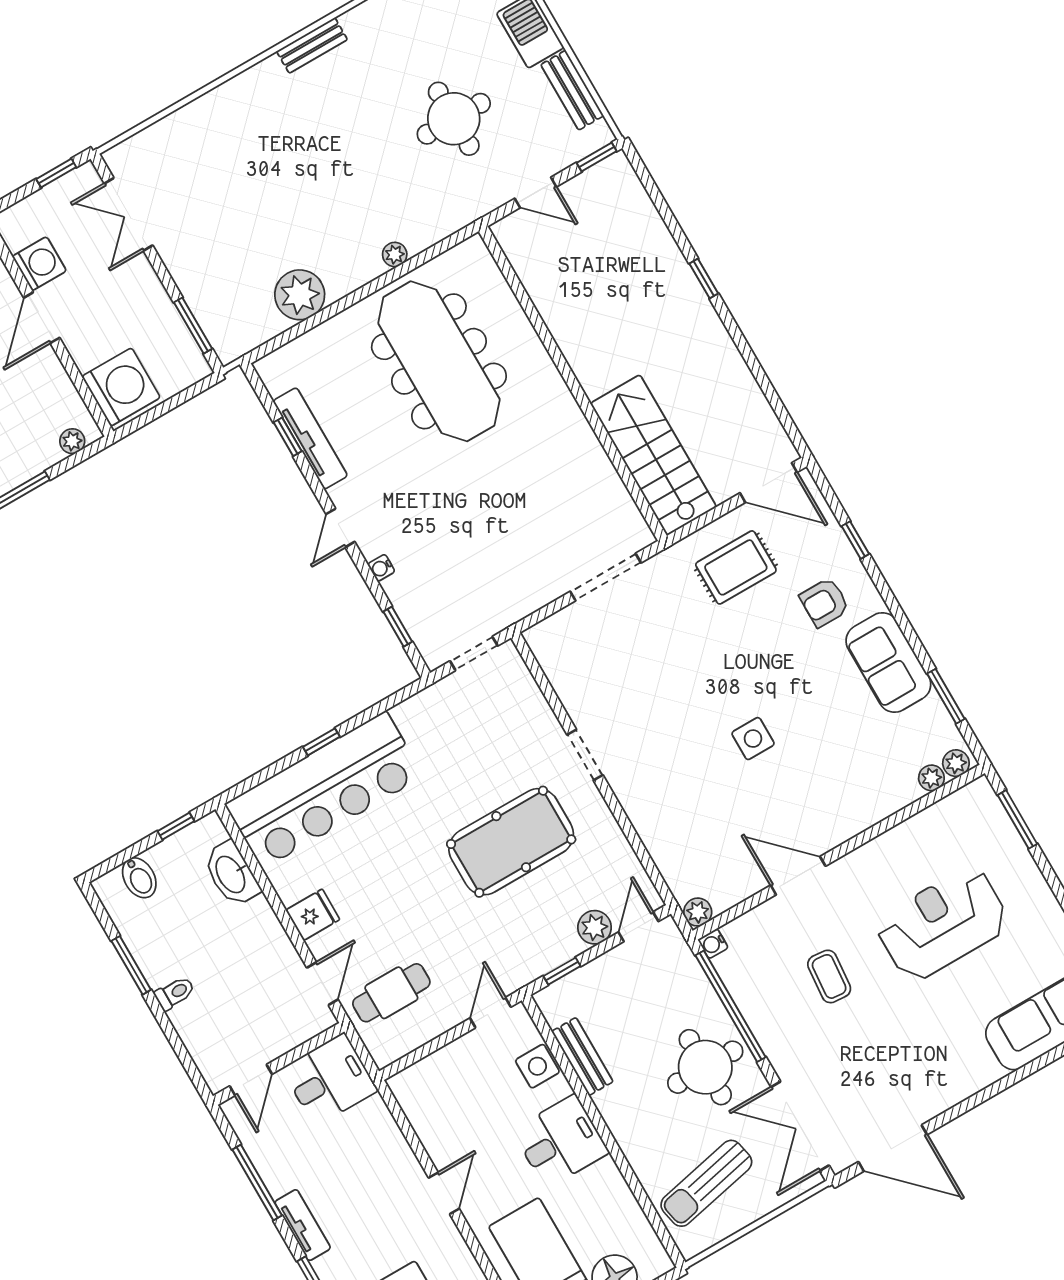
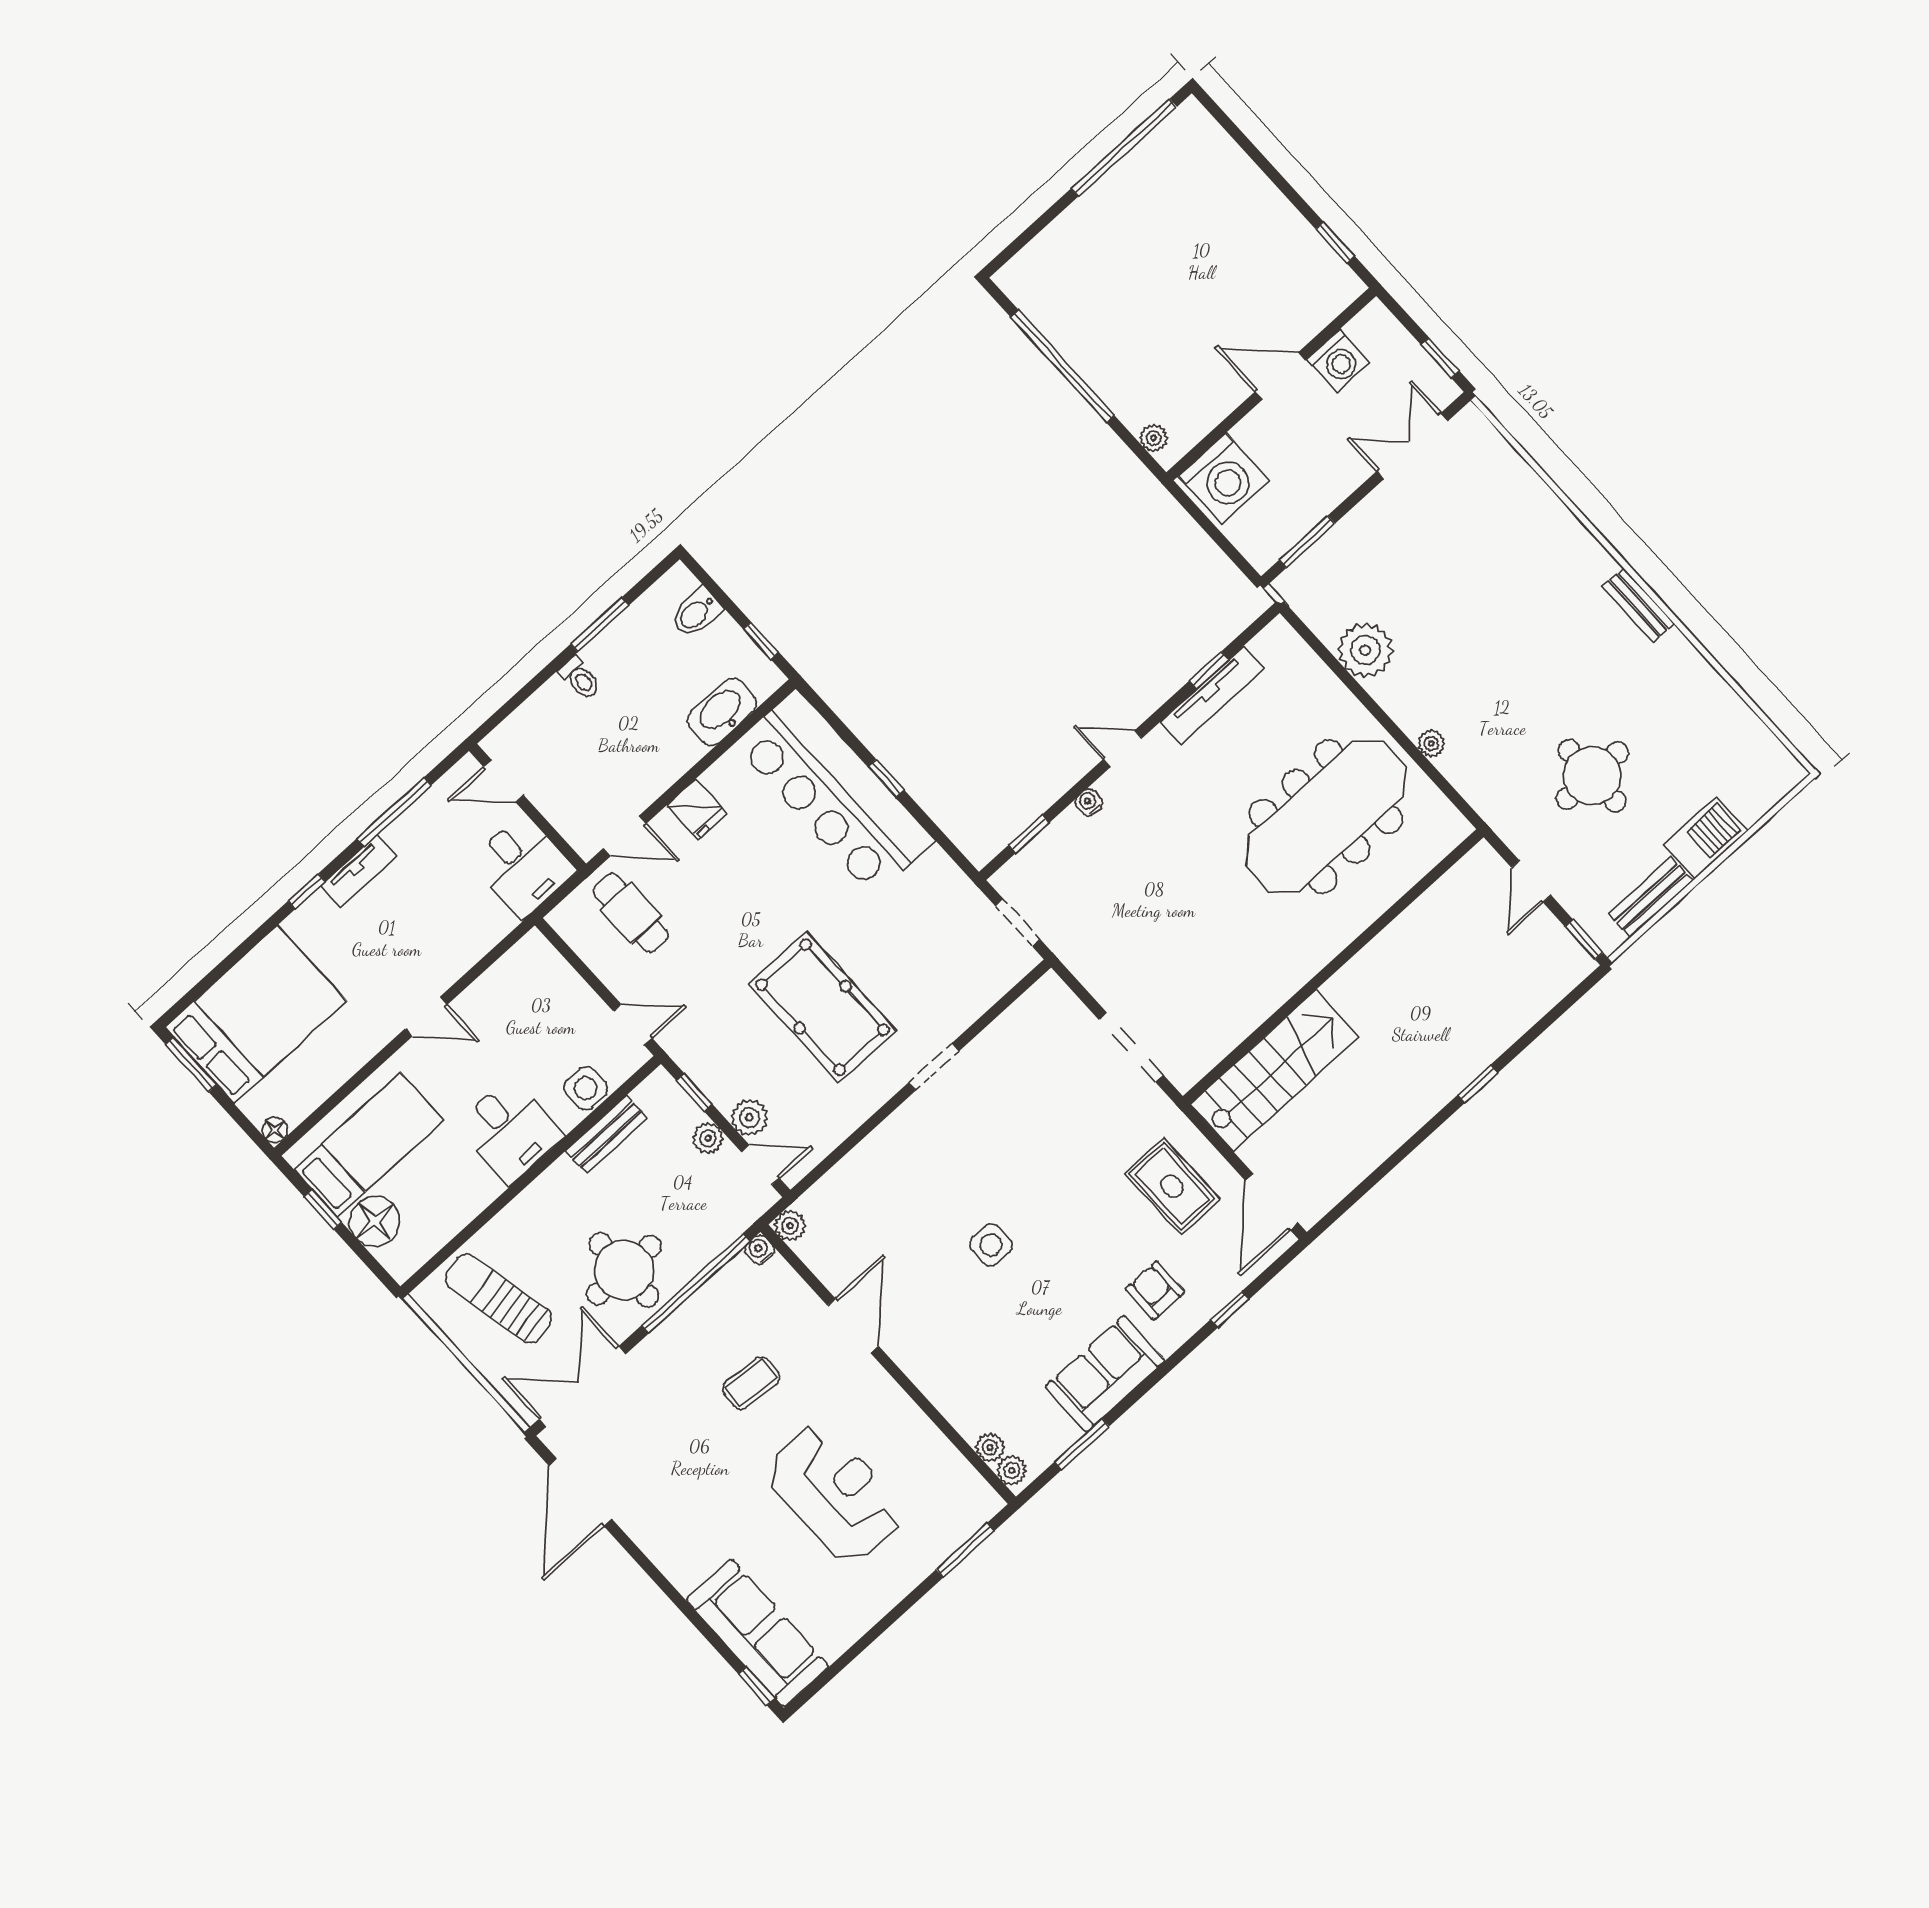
plant: (605, 968) -> (708, 1138), added

